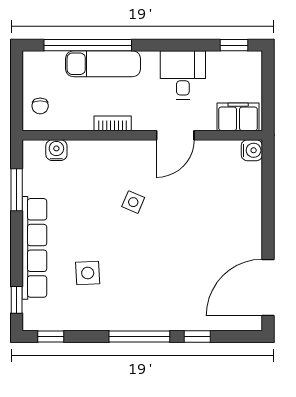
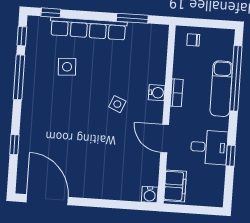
window: (234, 45) -> (231, 156), moved
water cooler: (56, 150) -> (157, 93), moved
window: (139, 337) -> (19, 77), moved

